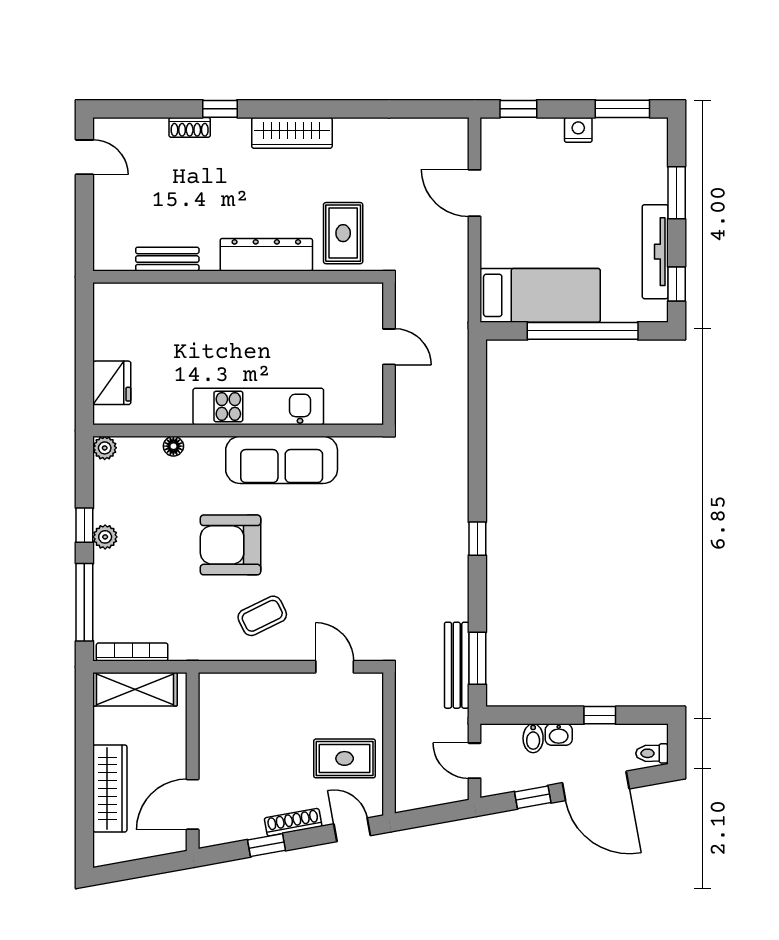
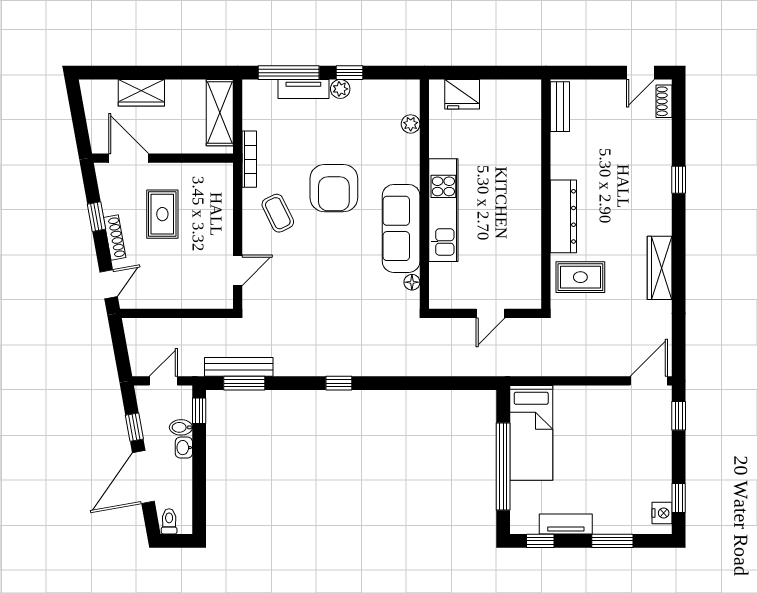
window: (622, 109) -> (679, 498), width x0.67
shoe rack: (190, 127) -> (664, 101), moved
nightstand: (578, 130) -> (662, 513), moved
wardrobe: (292, 133) -> (660, 268), moved
door: (474, 193) -> (649, 381), moved
tv unit: (655, 252) -> (566, 524), width x0.71
bench: (167, 259) -> (560, 107), moved
floor lamp: (173, 446) -> (412, 282), moved
plant: (105, 448) -> (411, 124), moved
armchair: (231, 545) -> (334, 188), turned 180
tv unit: (105, 583) -> (303, 89), added
bookcase: (132, 652) -> (249, 159), moved
window: (600, 715) -> (199, 411), moved
rug: (345, 758) -> (162, 214), moved
wardrobe: (110, 788) -> (141, 93), width x0.67

